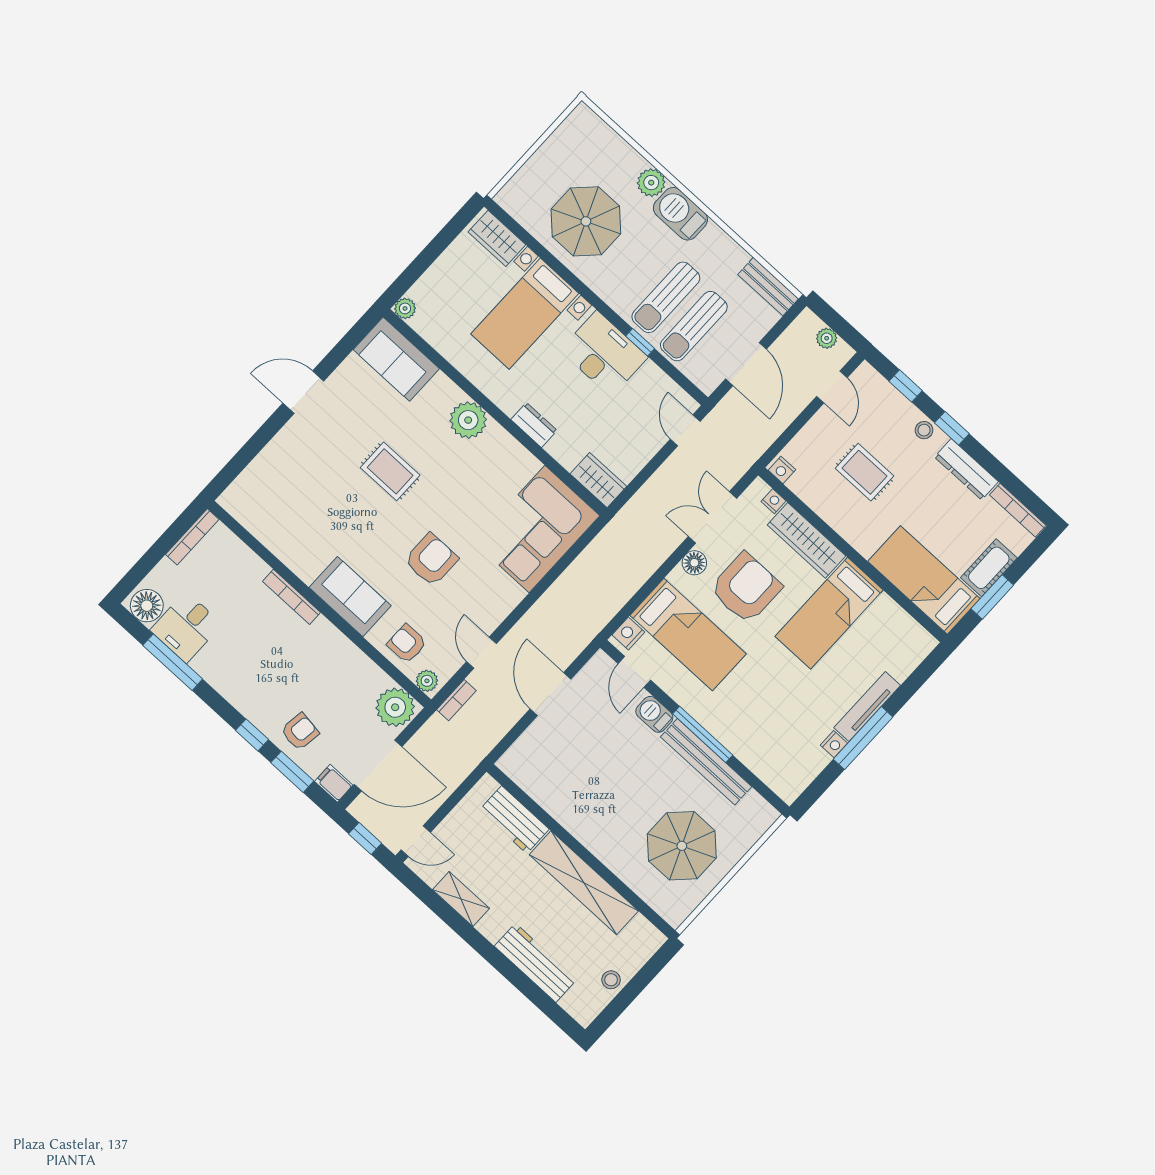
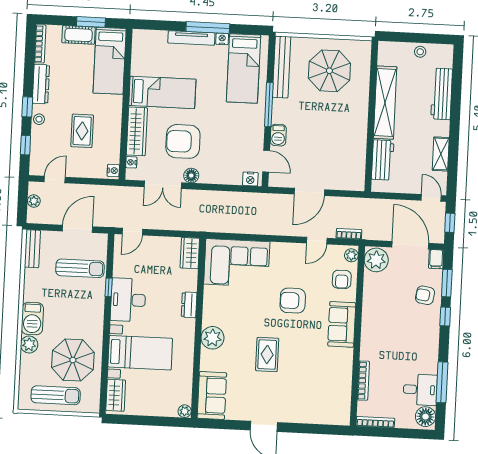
sun lounger: (666, 297) -> (56, 395), moved
bookcase: (291, 597) -> (363, 381), moved
bed: (688, 635) -> (244, 68), moved, turned 180
door: (634, 672) -> (266, 161), hinge flipped
bench: (706, 762) -> (282, 67), moved

